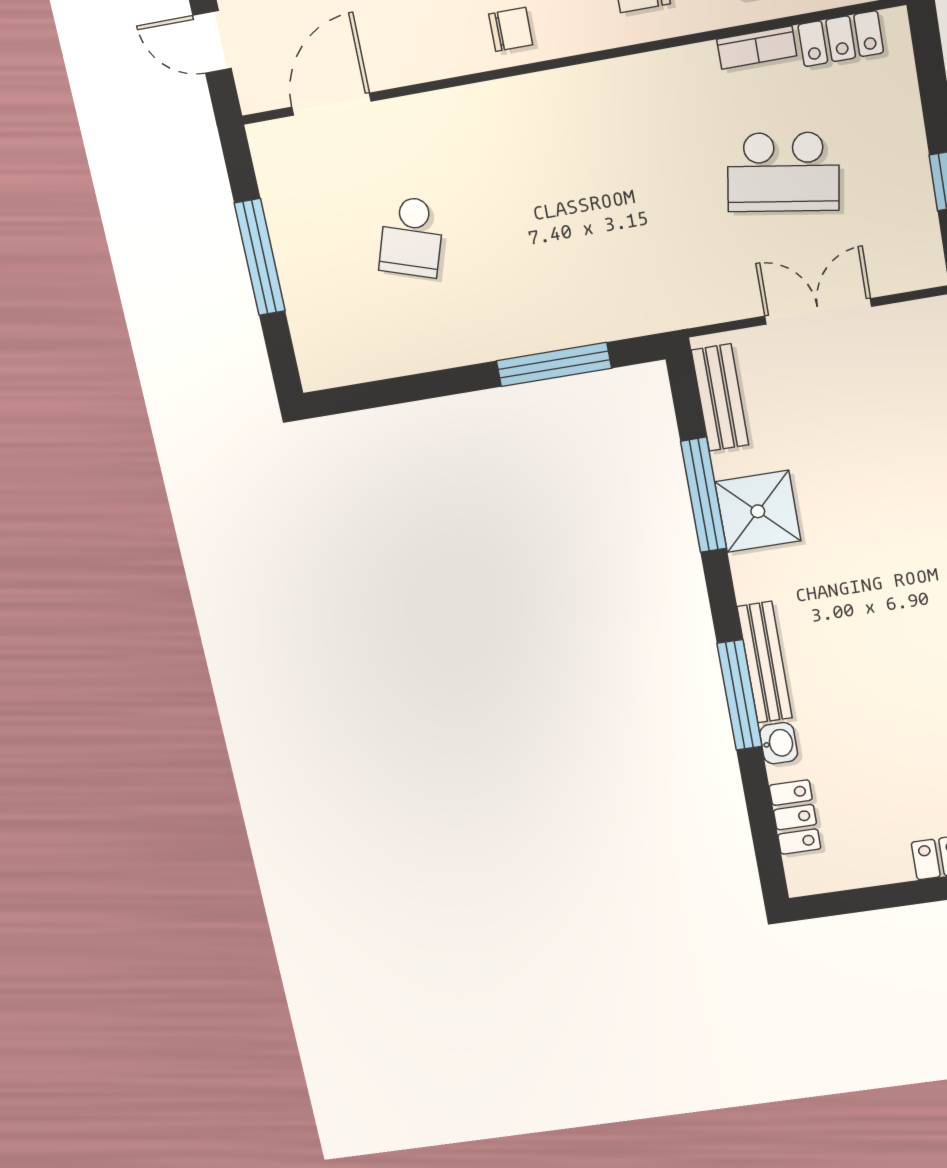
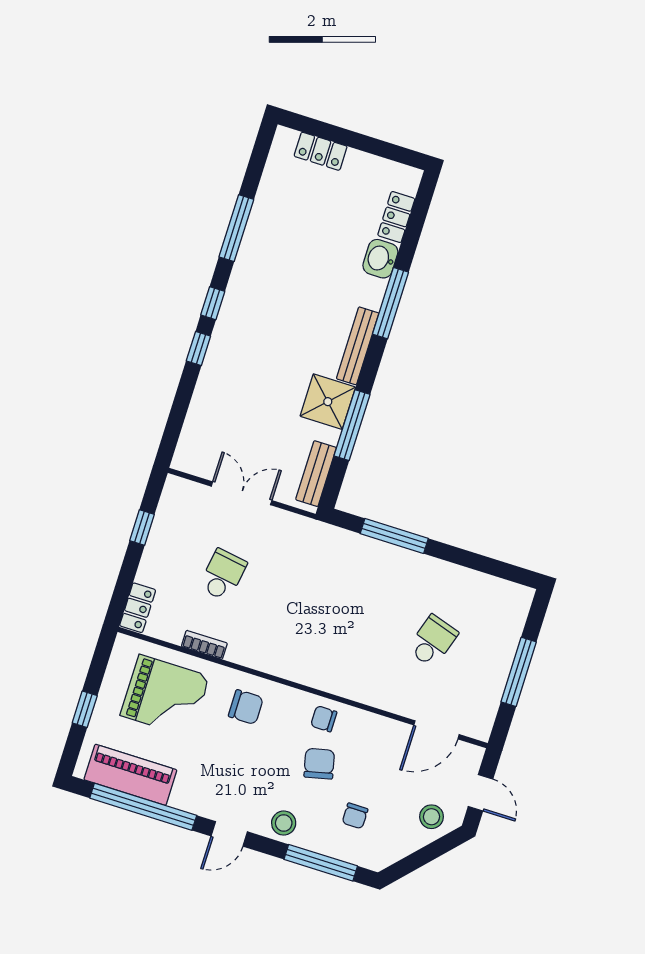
locker: (841, 39) -> (138, 608), moved, turned 90
school desk: (783, 172) -> (223, 575), width x0.54
double door: (818, 311) -> (242, 493), swing flipped
bench: (765, 662) -> (358, 346), moved
washbasin: (779, 743) -> (380, 259), width x1.38, depth x1.45

